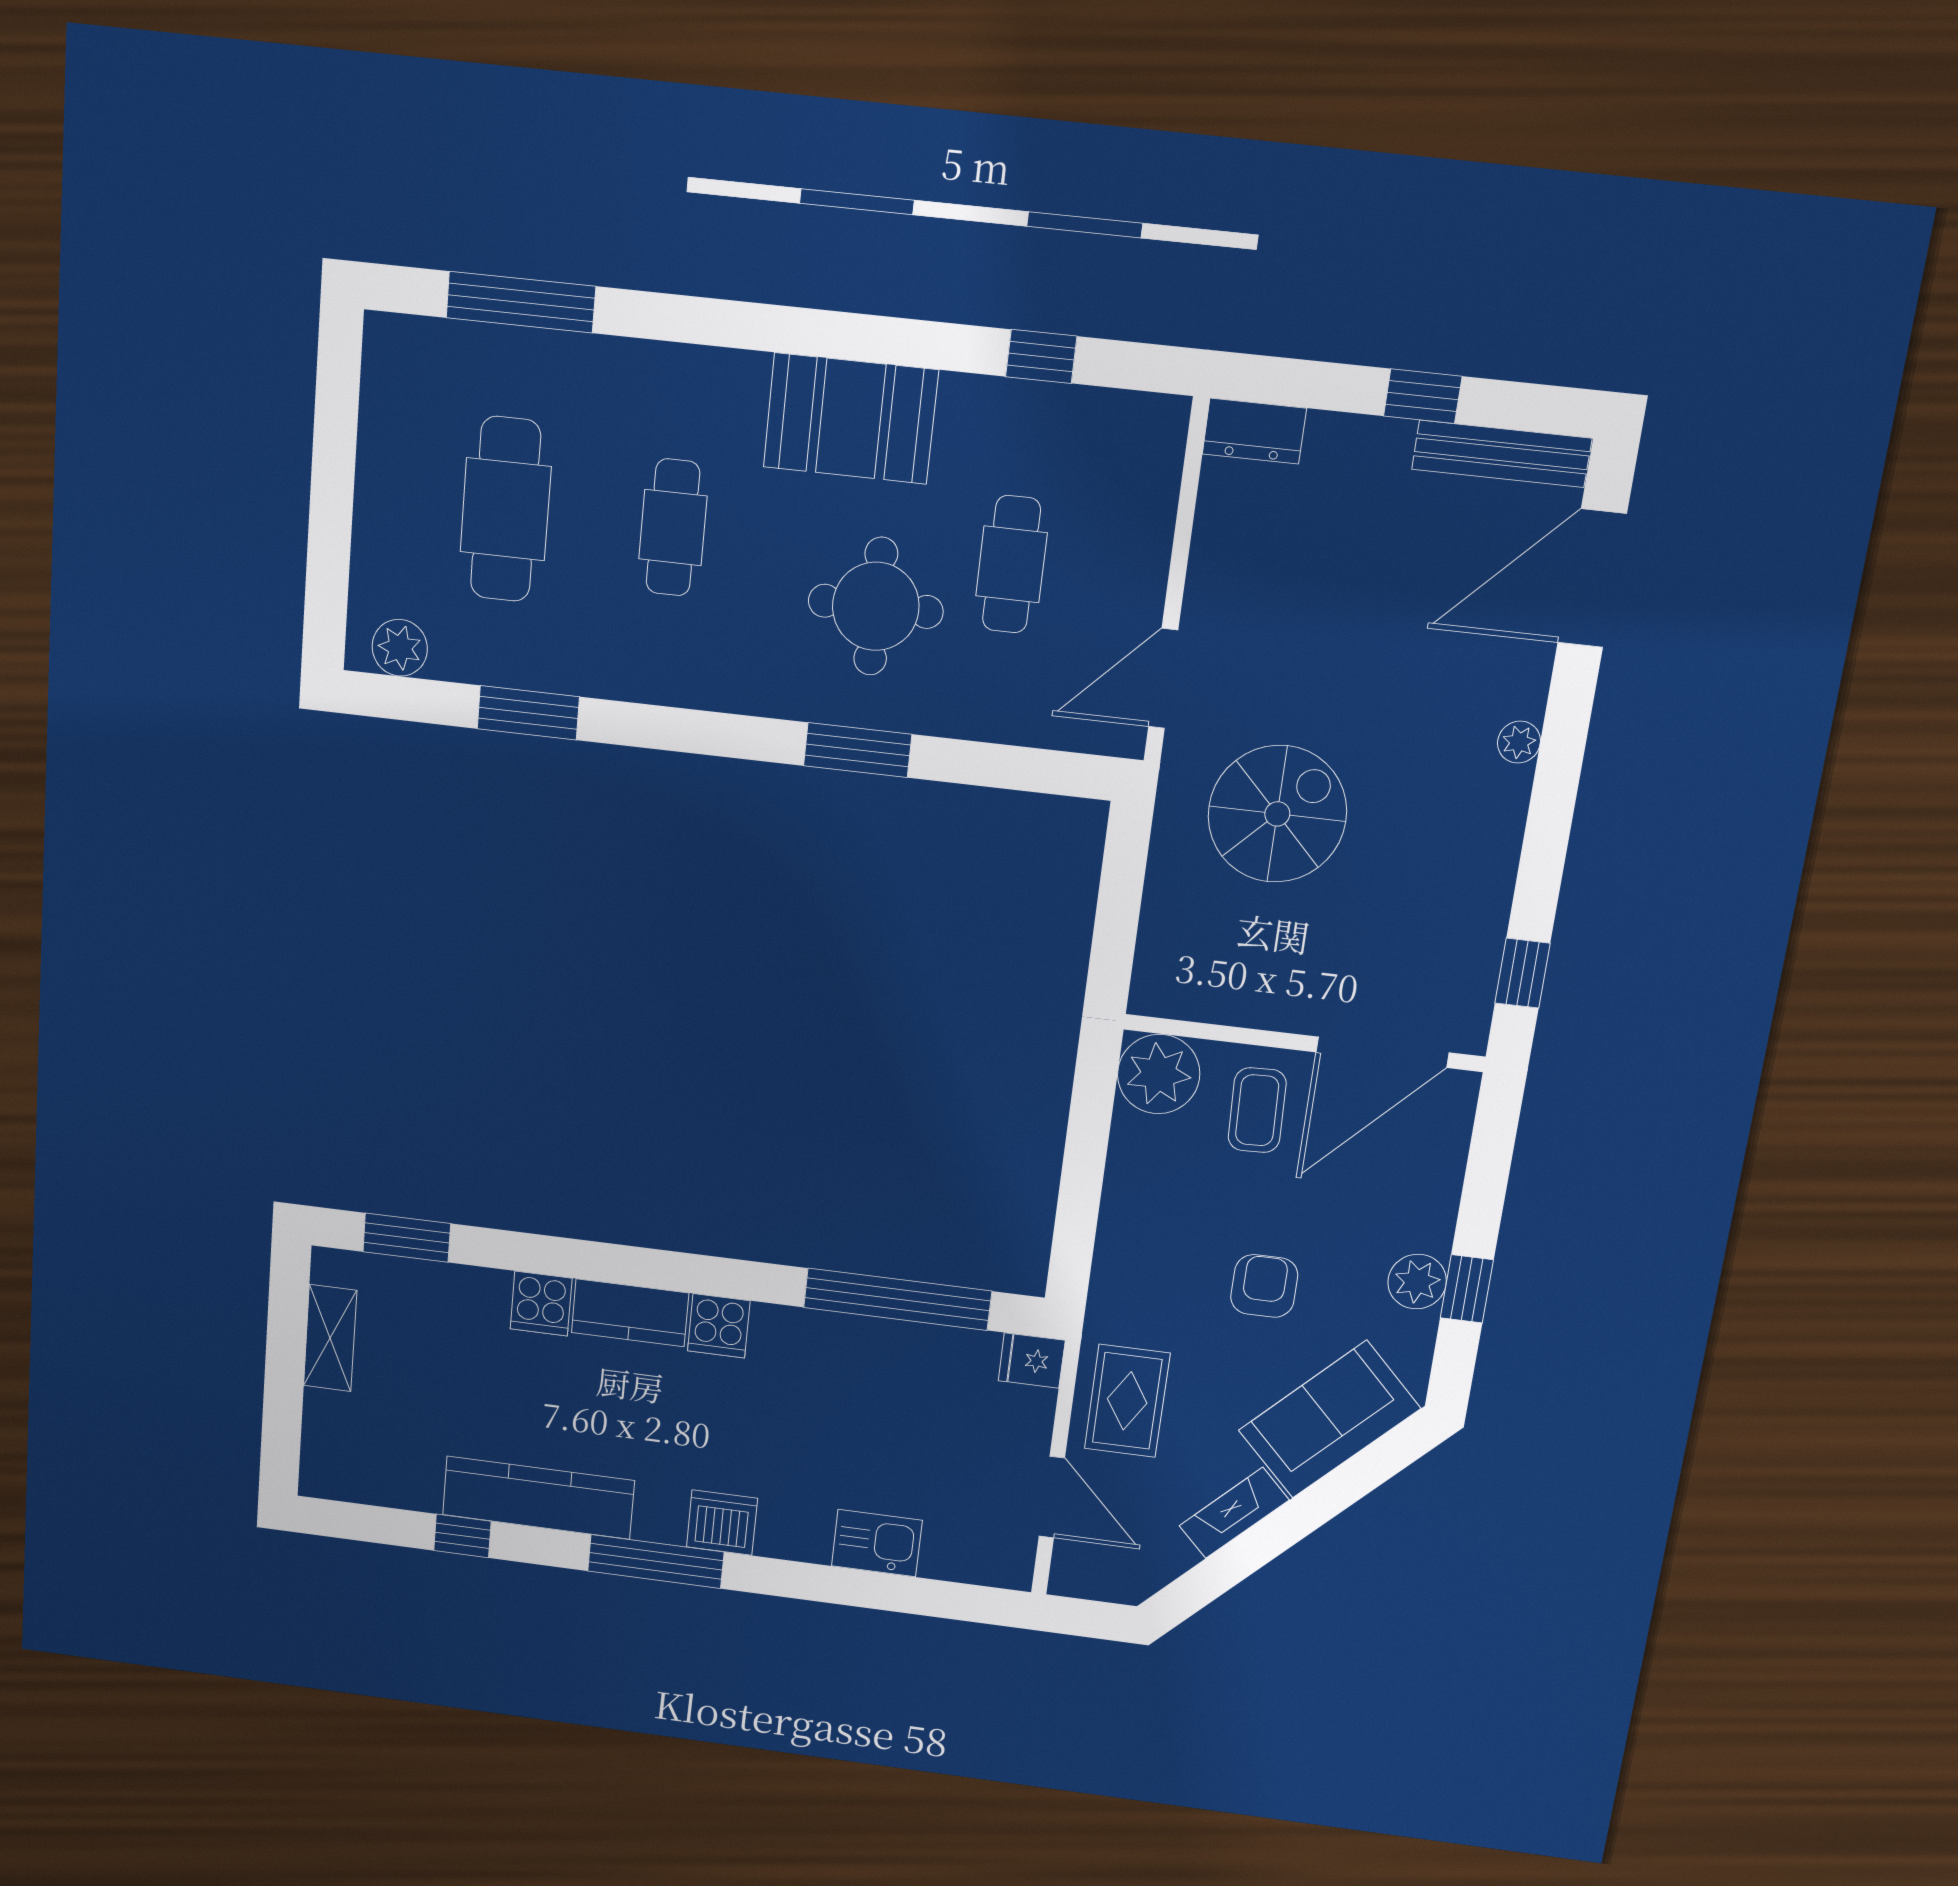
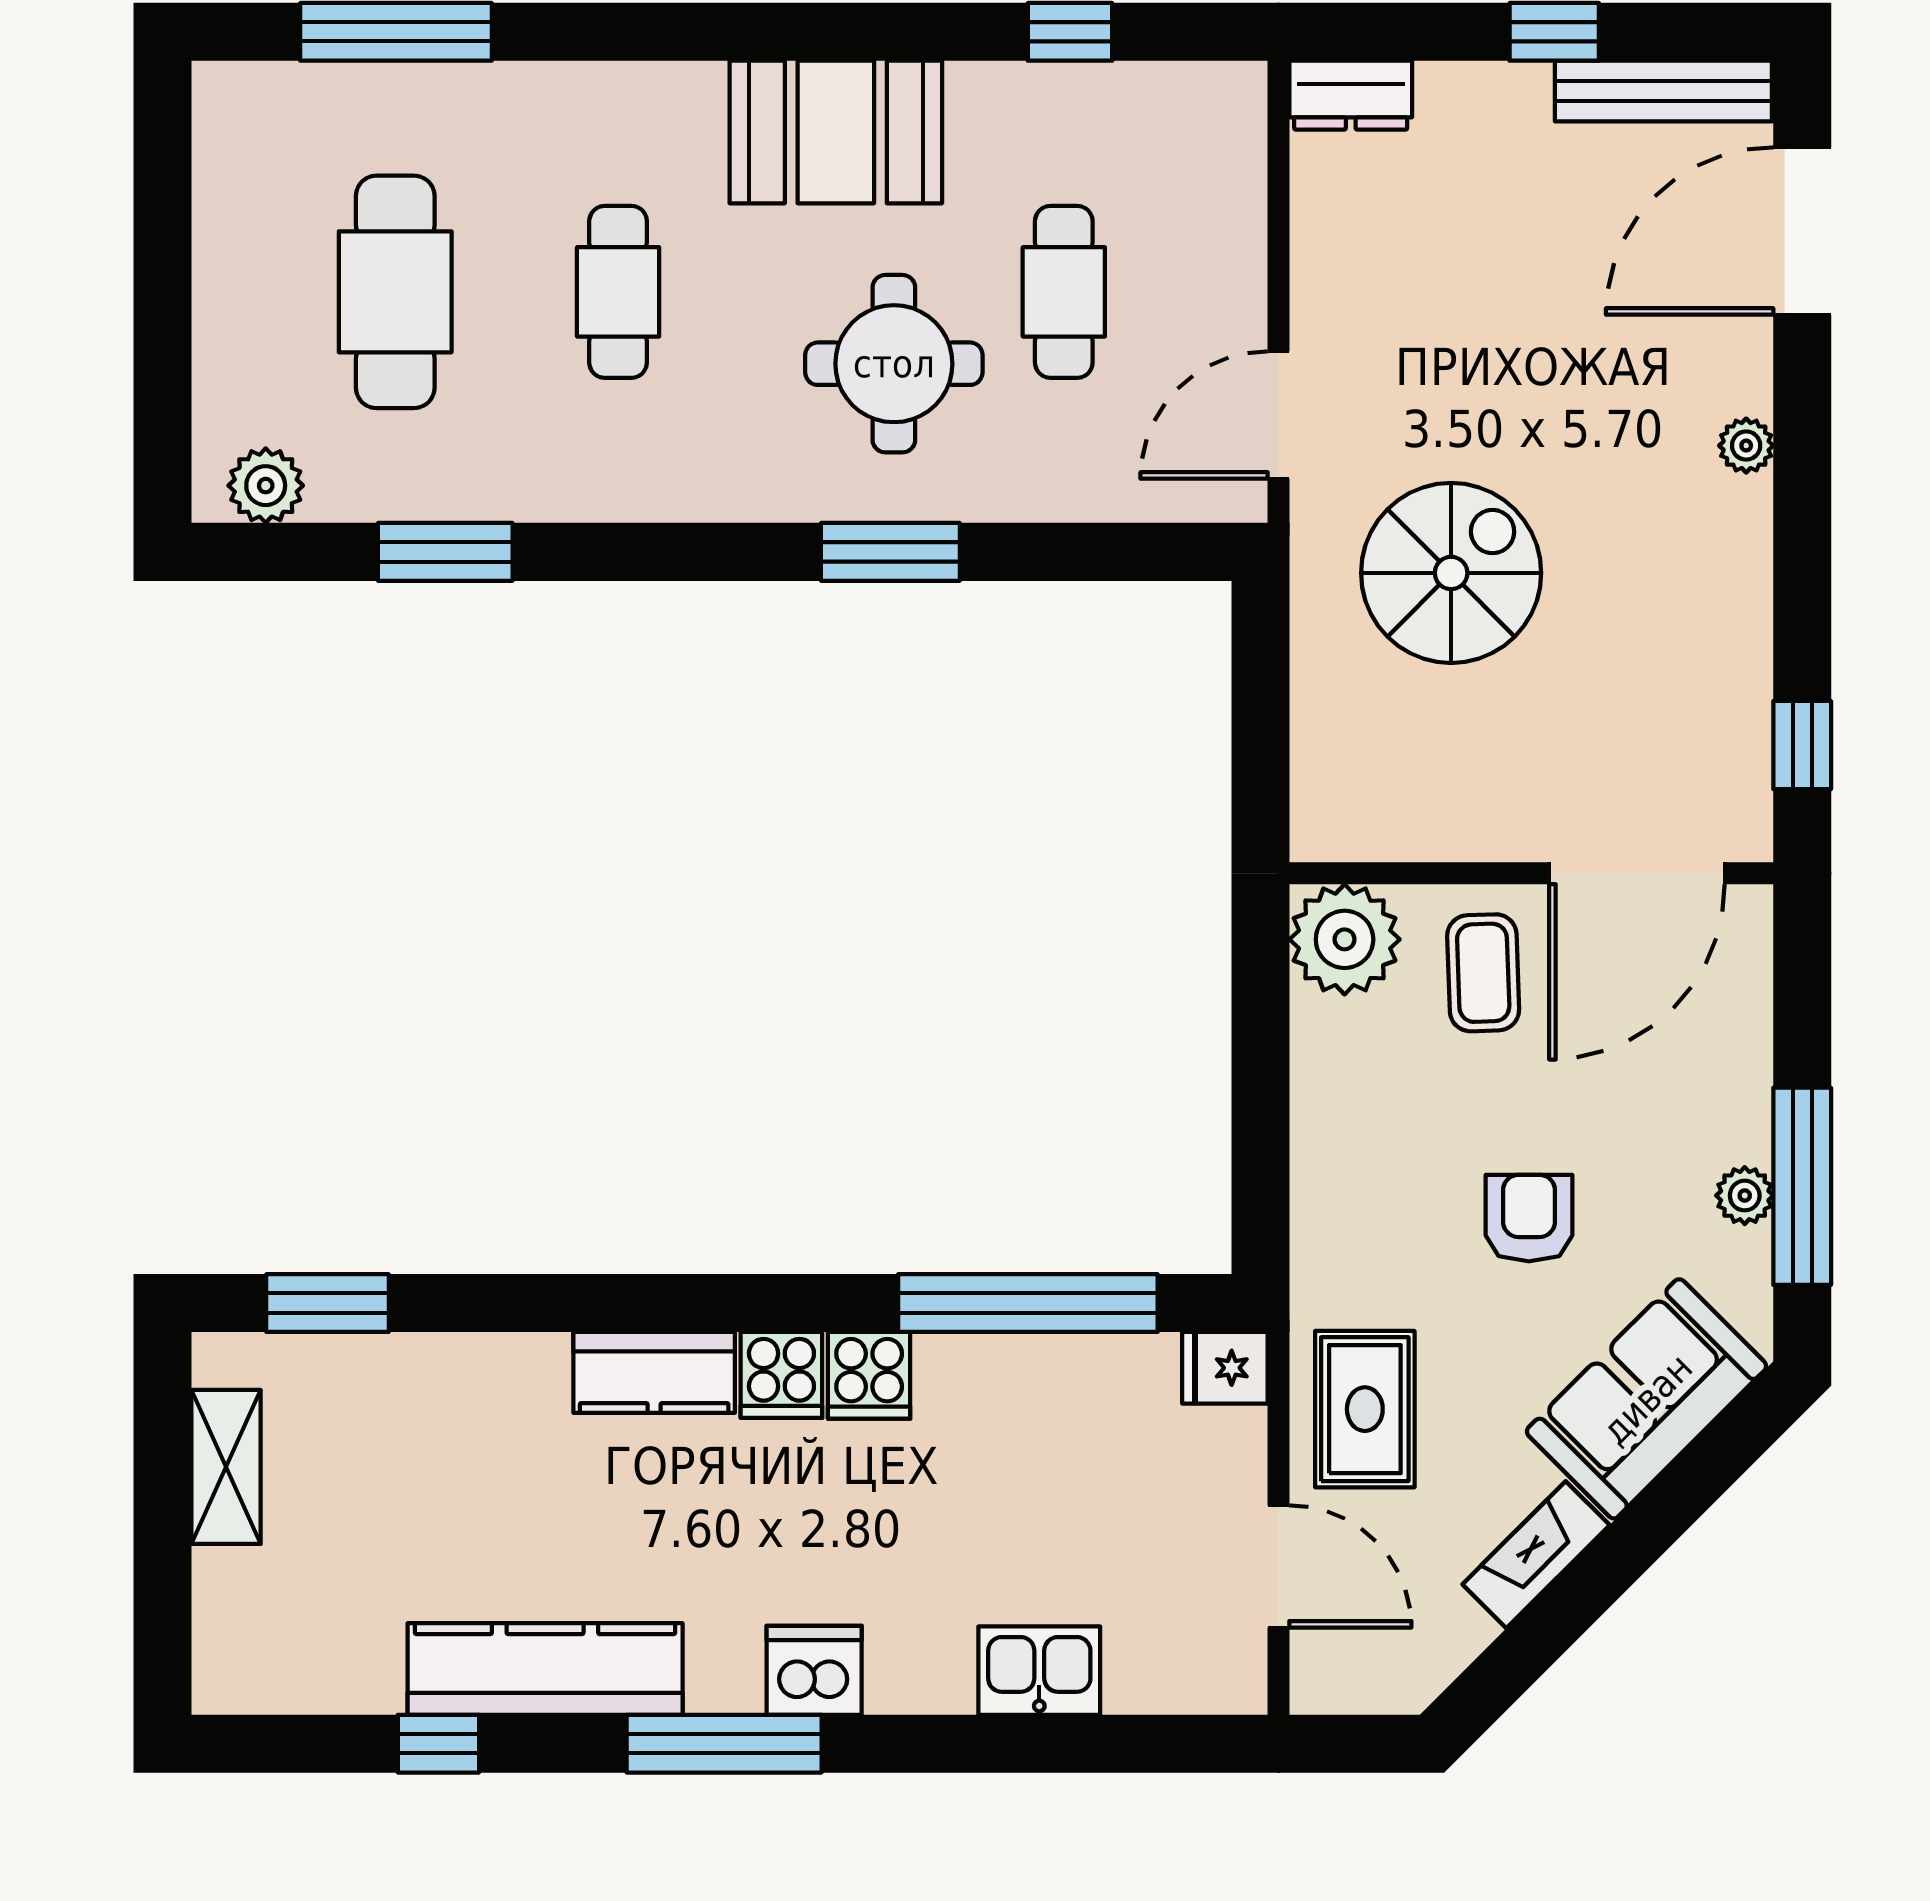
plant: (1417, 1282) -> (1745, 1196), width x0.73, depth x0.73
window: (1467, 1289) -> (1802, 1186), width x2.17
cooker: (541, 1304) -> (869, 1375), moved

